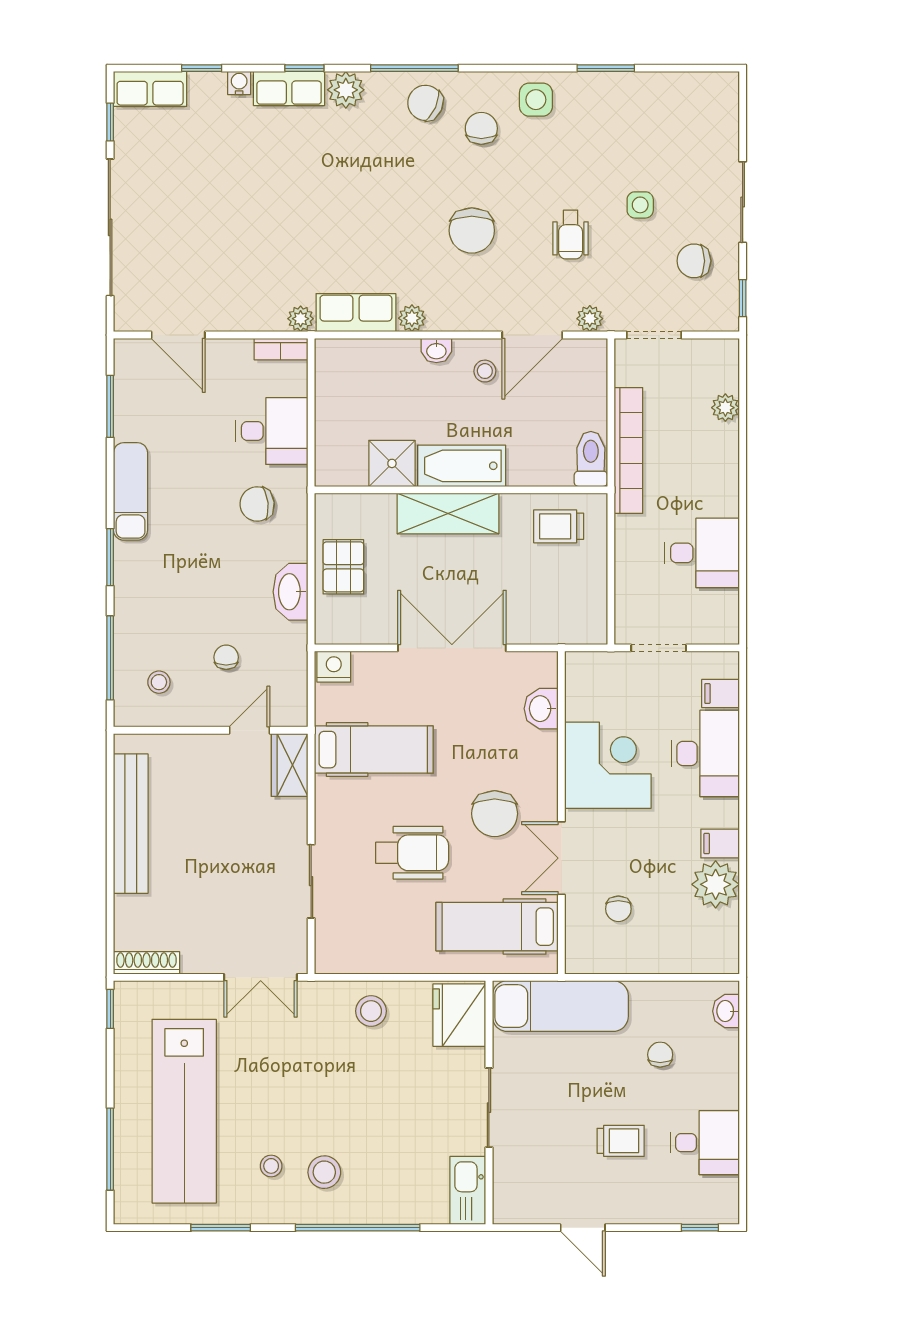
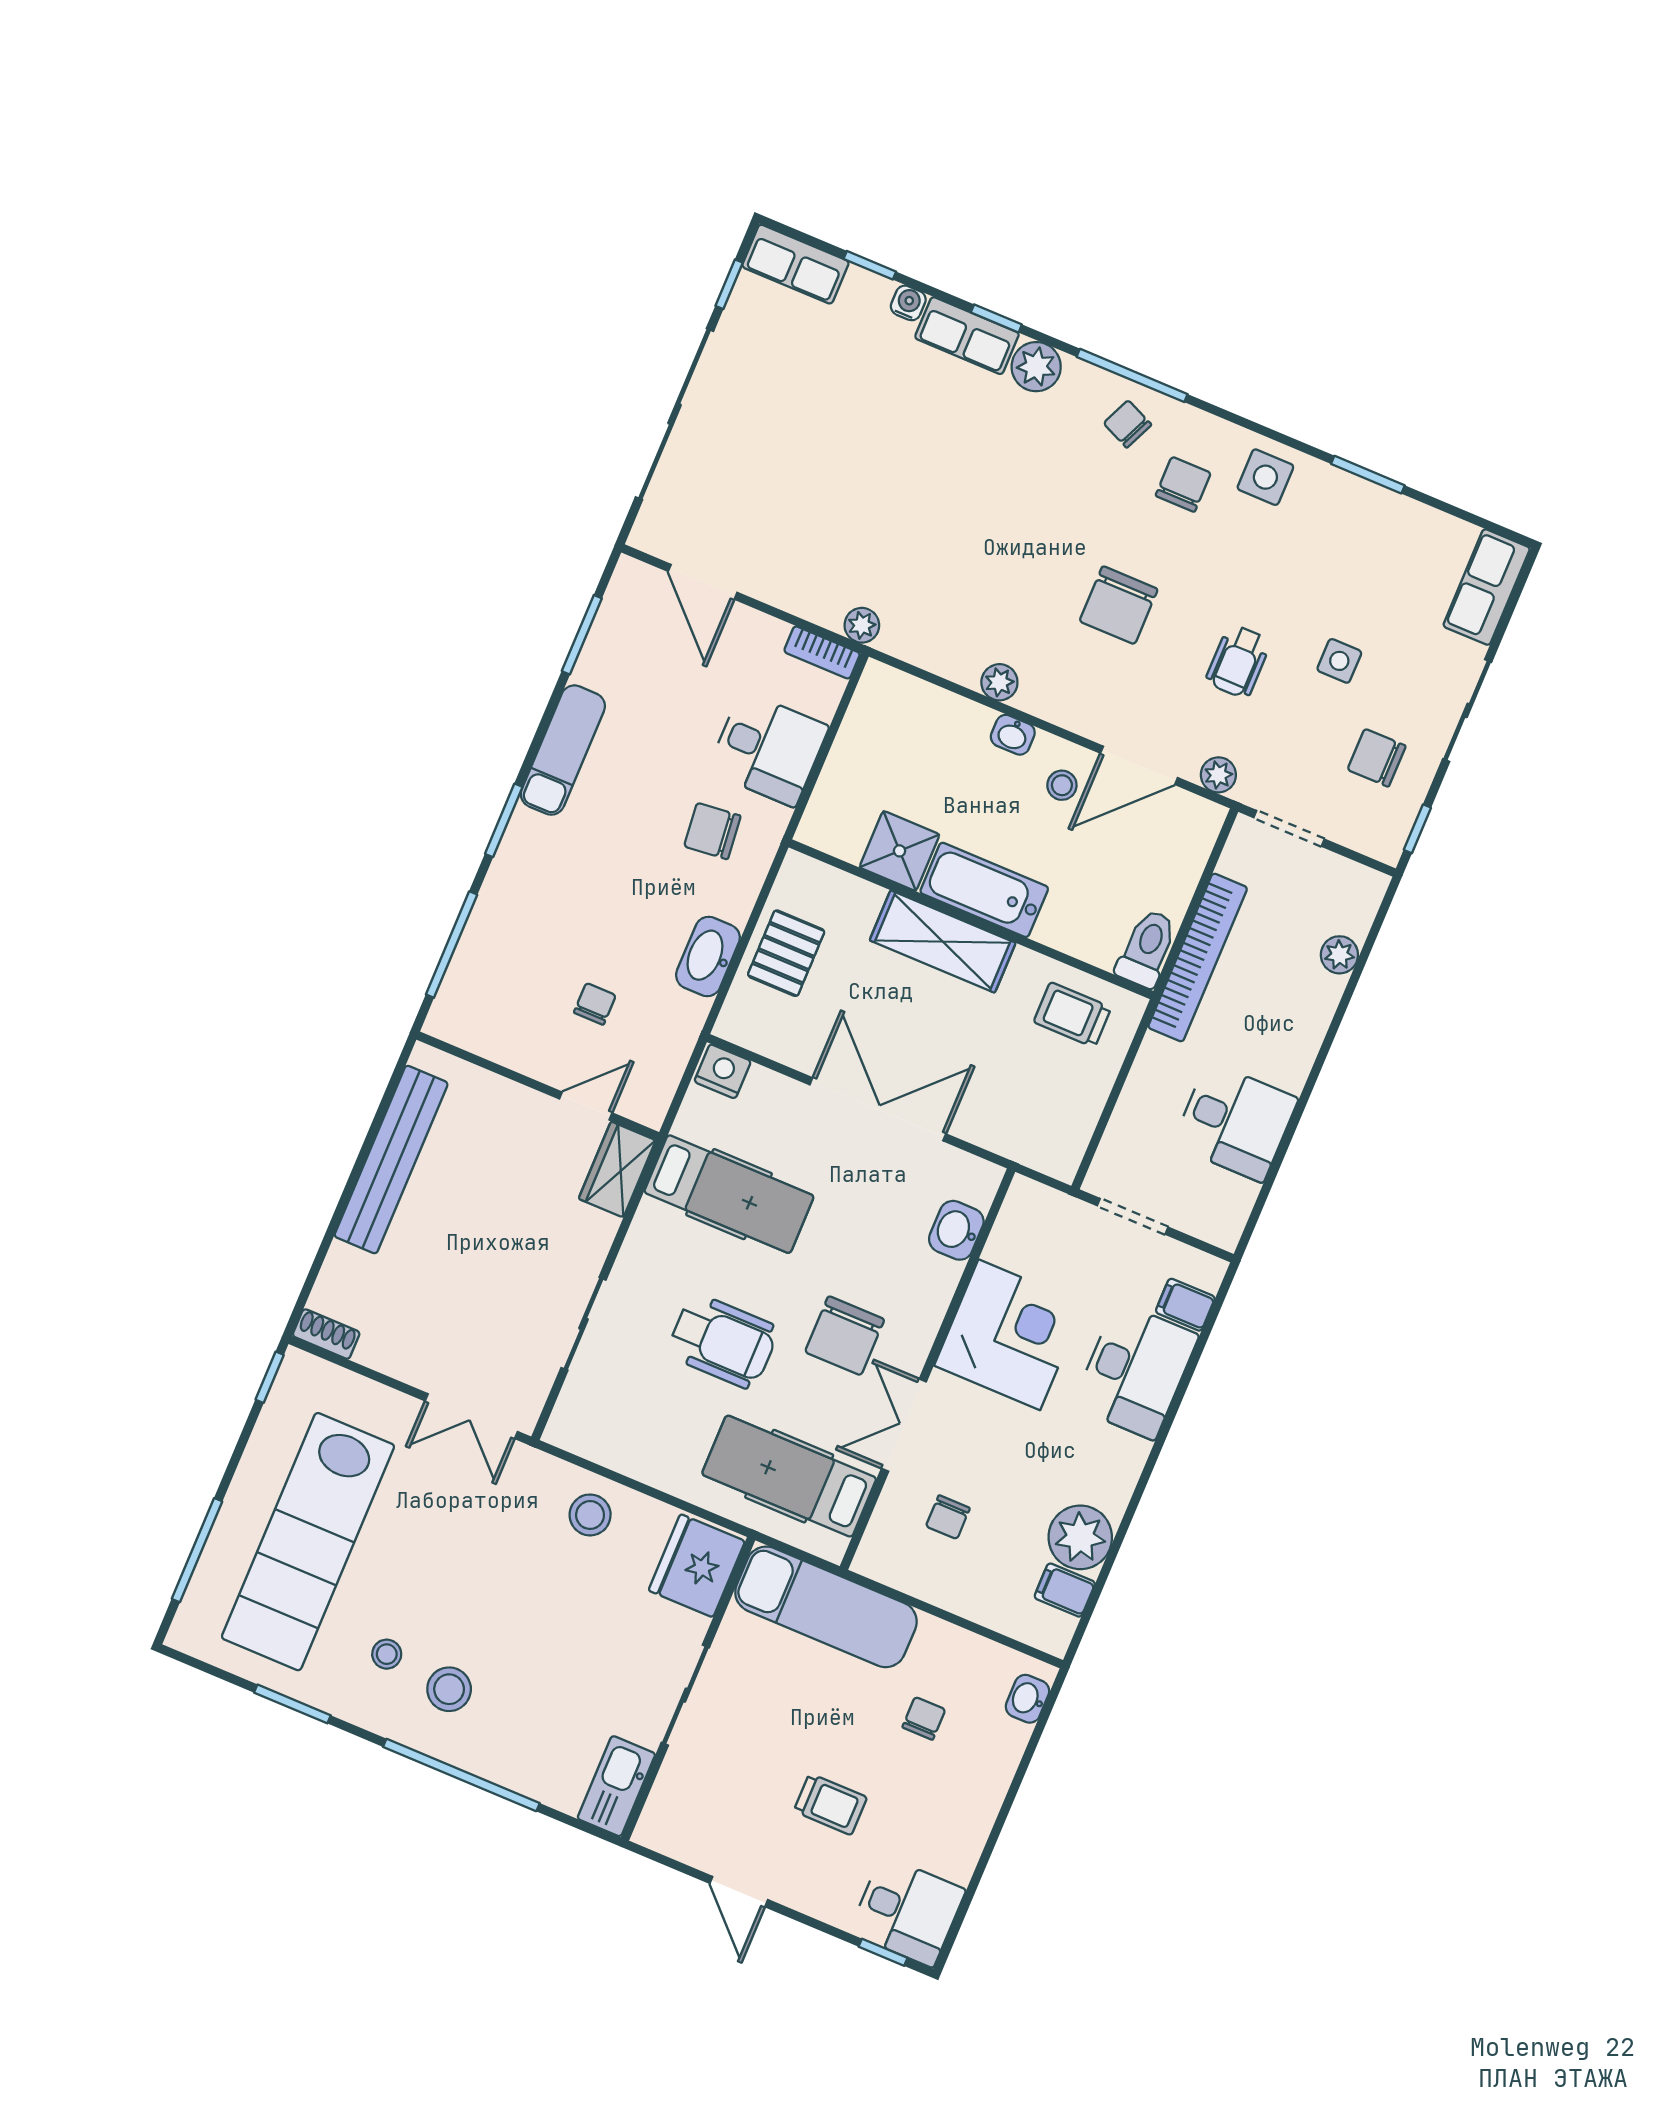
chair: (425, 103) -> (1127, 424), width x0.73, depth x0.73
row of seats: (356, 313) -> (1487, 587), moved, turned -90
stool: (159, 682) -> (499, 1000), removed
filing cabinet: (720, 844) -> (1065, 1590), moved
shoe rack: (147, 963) -> (326, 1334), width x0.70
desk: (705, 1143) -> (907, 1911), moved

